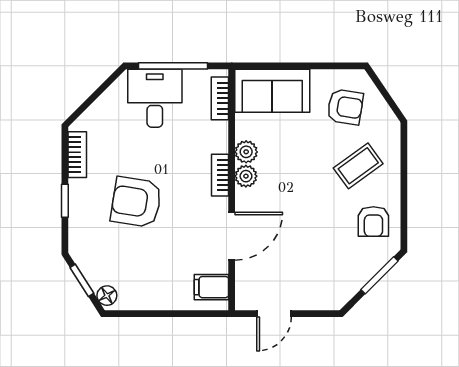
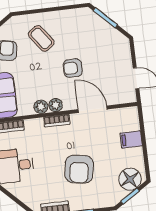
armchair: (373, 221) -> (73, 68), moved, turned 180
filing cabinet: (211, 287) -> (131, 139), moved, turned 90
floor lamp: (107, 296) -> (130, 179), width x1.89, depth x1.89

